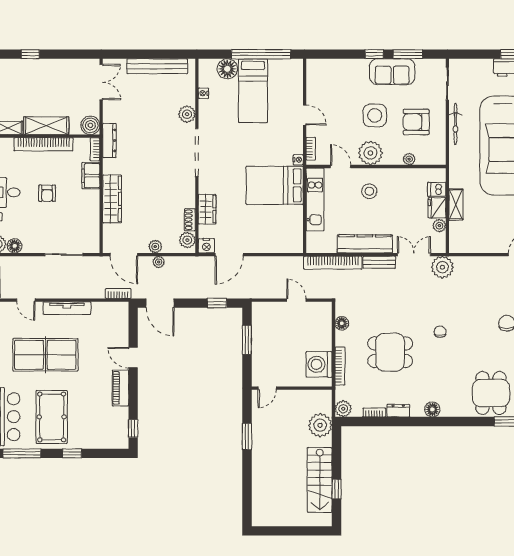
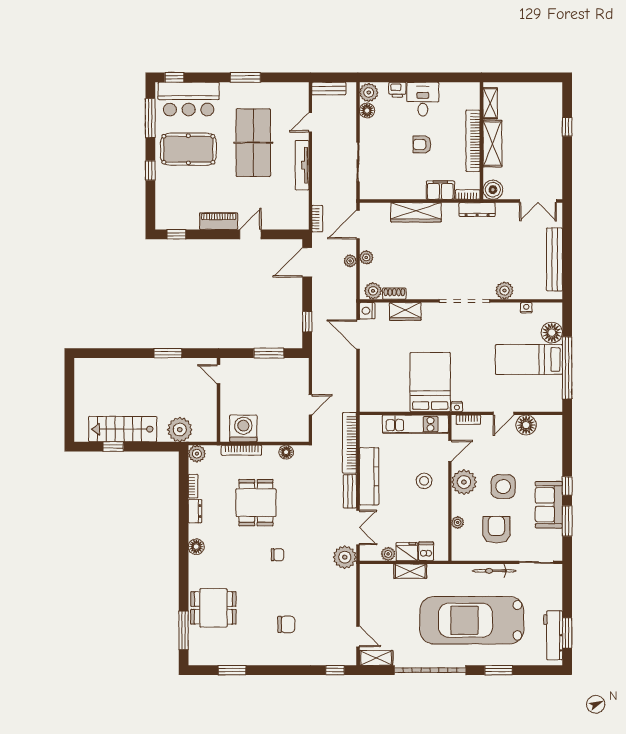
floor lamp: (316, 93) -> (526, 425), added

